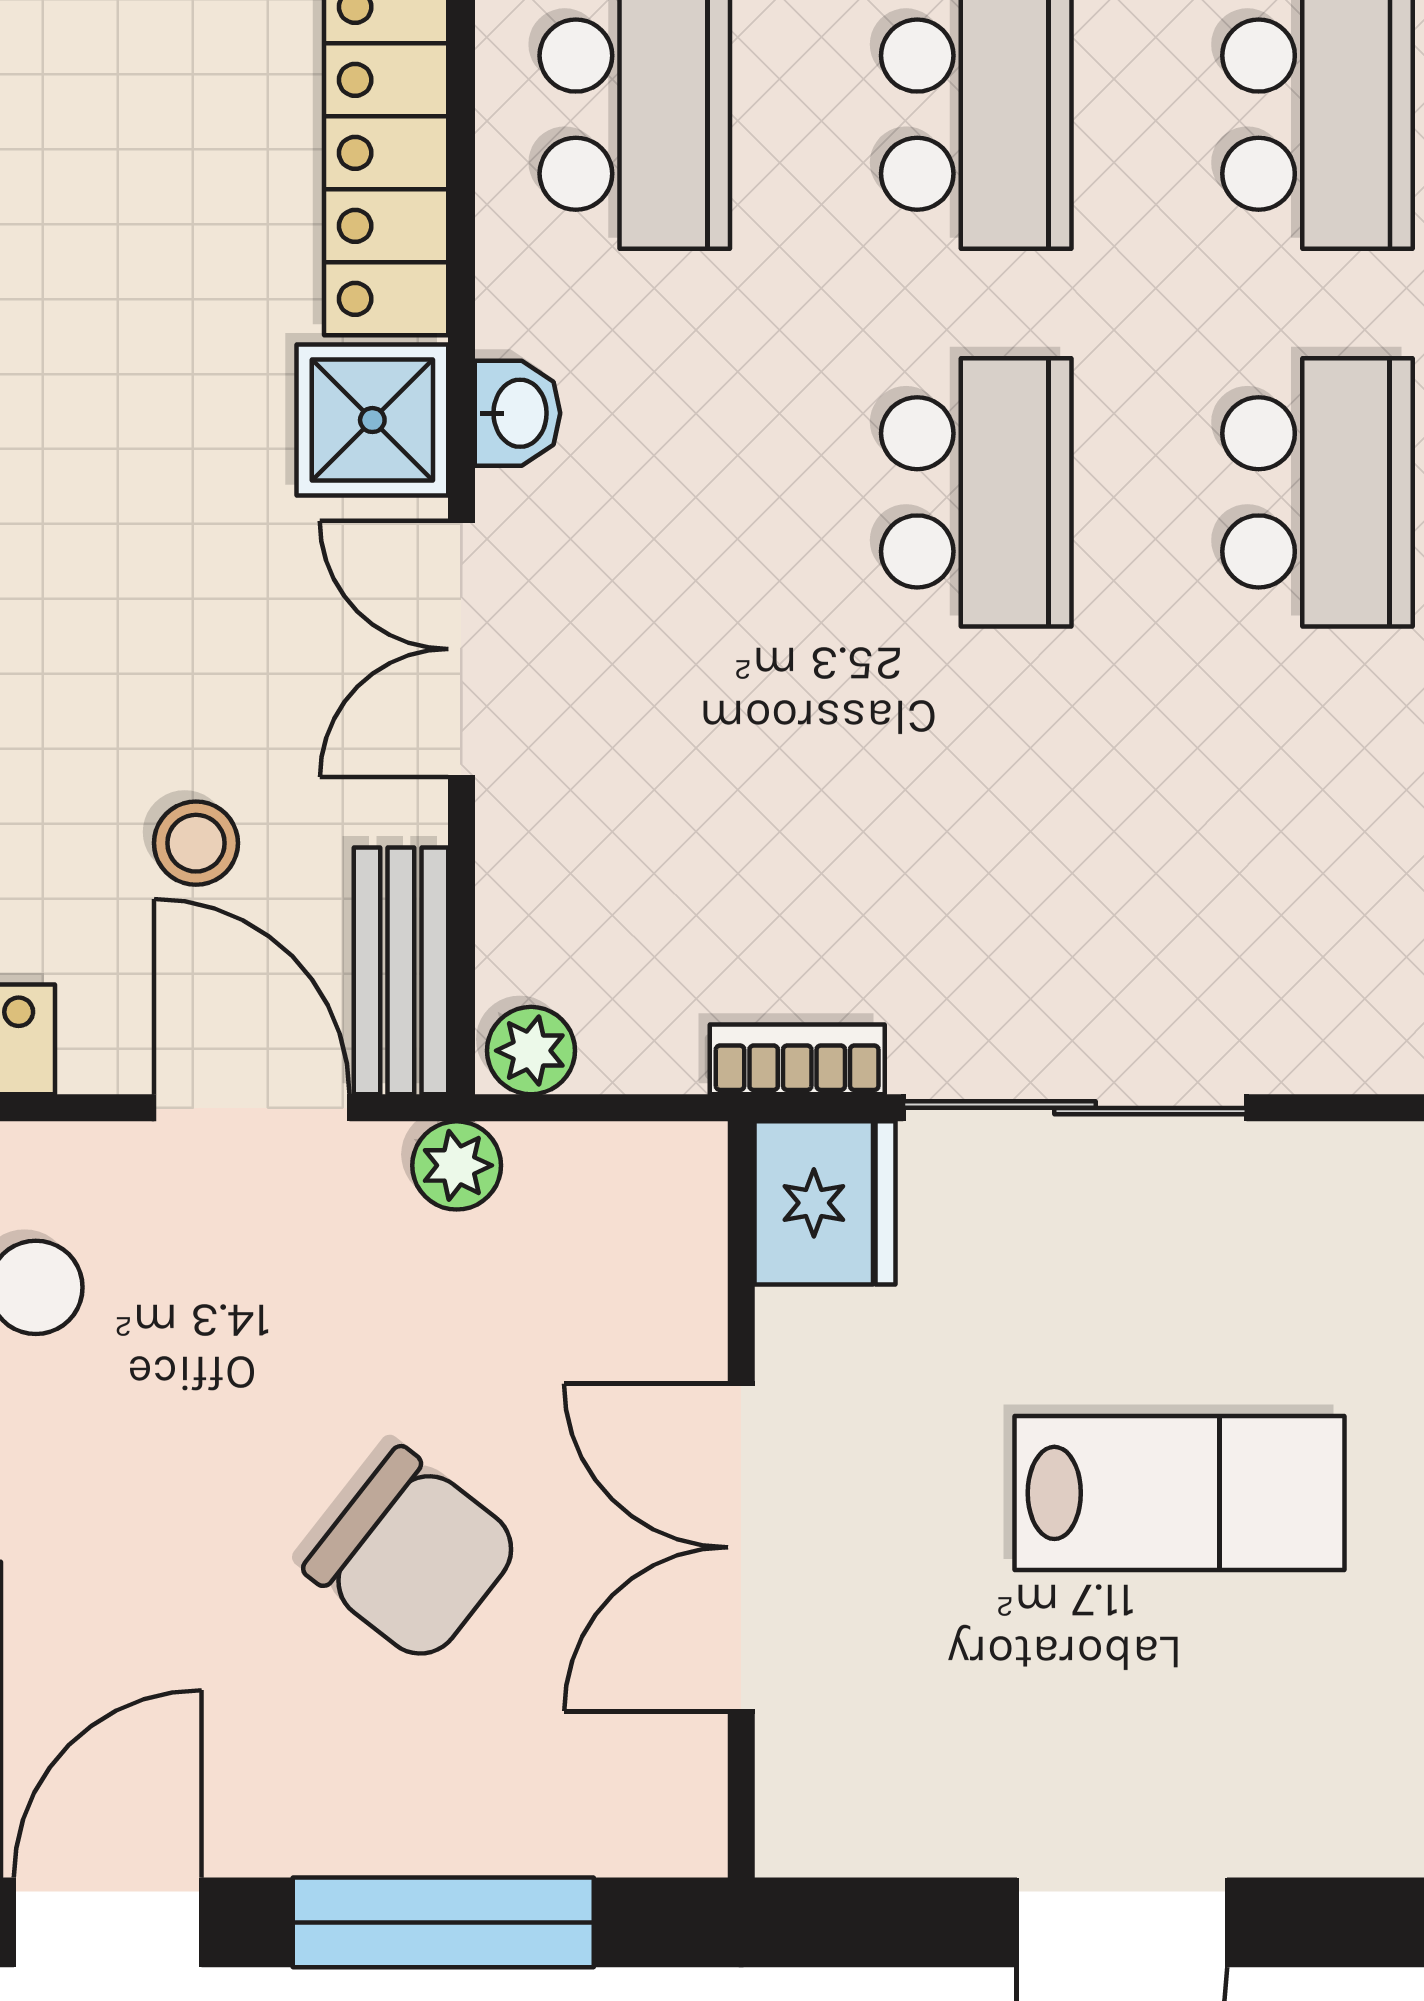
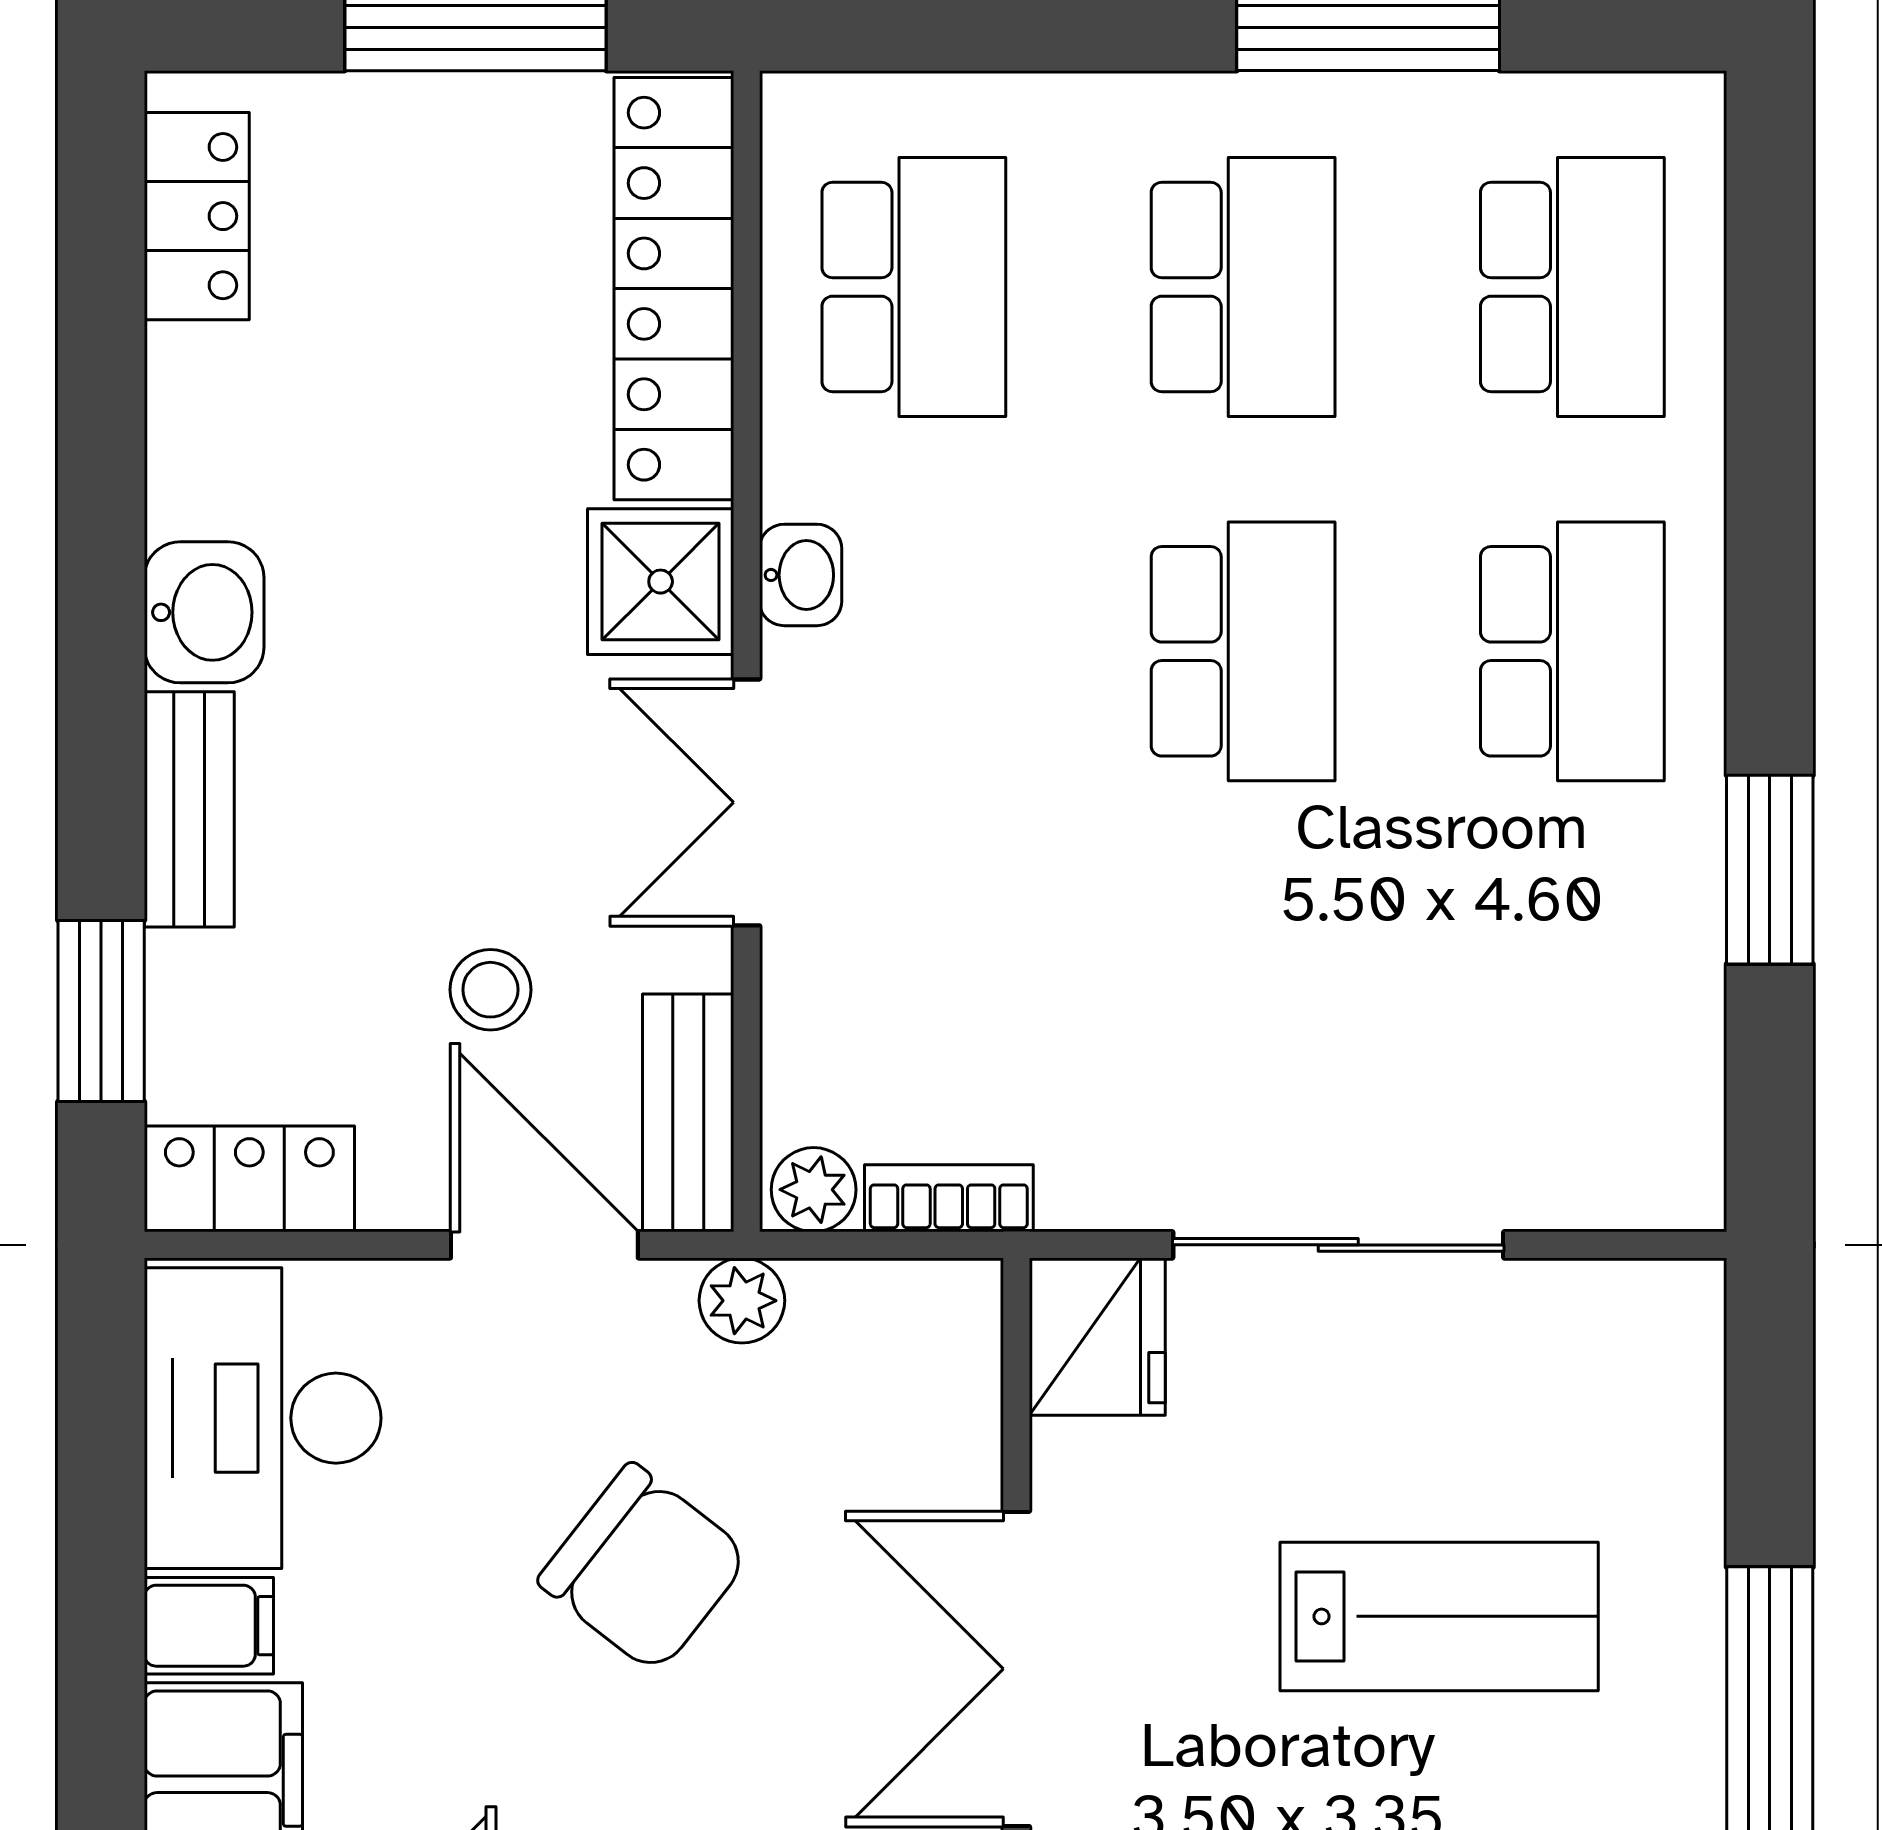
bookcase: (797, 1059) -> (949, 1198), moved
chair: (413, 1556) -> (644, 1568), moved

